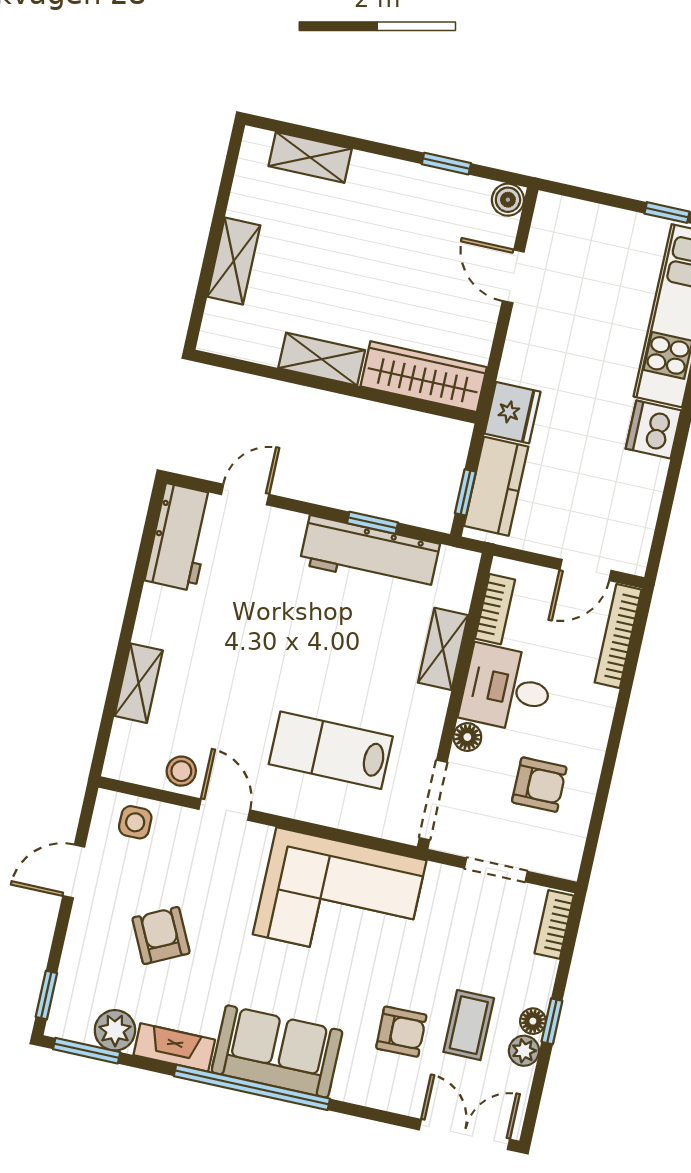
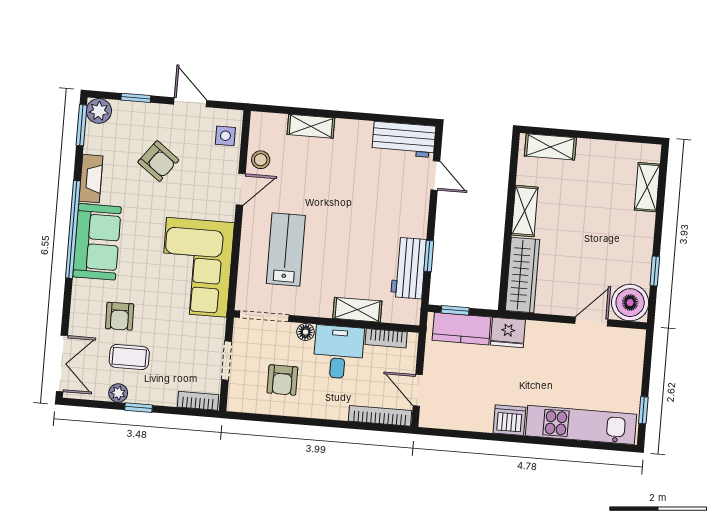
boiler: (508, 200) -> (630, 303), width x1.86, depth x1.86
shelving: (234, 261) -> (550, 147), moved
workbench: (370, 554) -> (409, 268), width x0.73
armchair: (161, 936) -> (158, 161), turned 63
window: (46, 995) -> (136, 98), moved
floor lamp: (533, 1021) -> (137, 396), removed
plant: (115, 1030) -> (99, 111), moved

